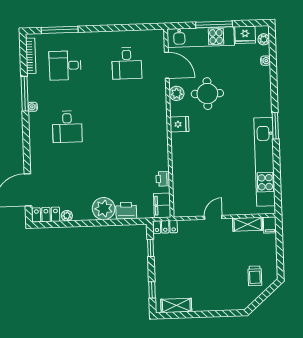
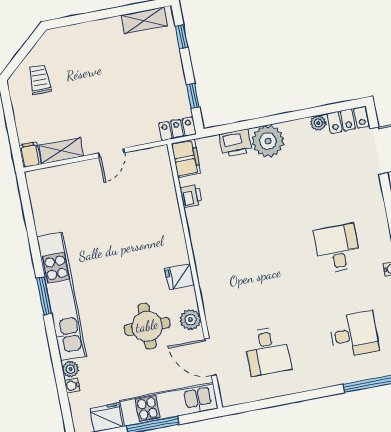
plant: (264, 39) -> (70, 369), moved
desk: (127, 63) -> (267, 351), turned 180
kitchen unit: (265, 162) -> (62, 296), moved

